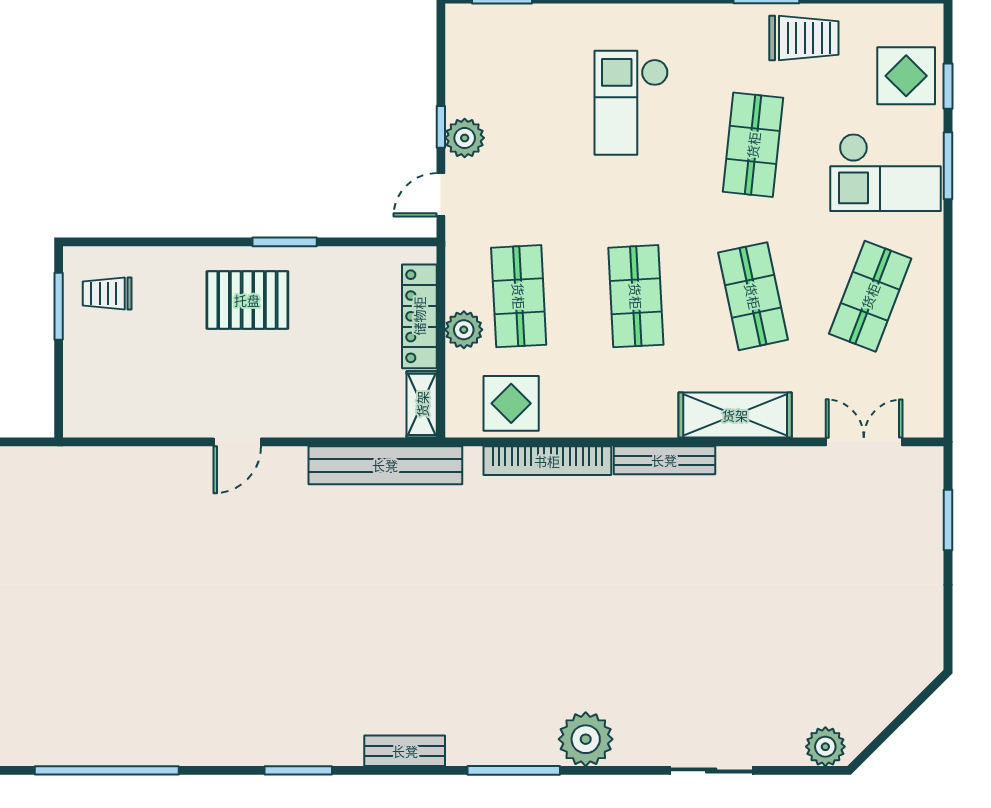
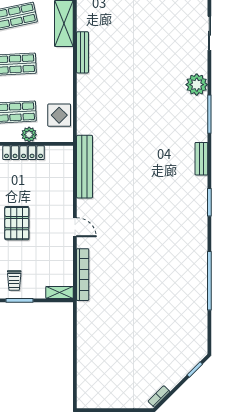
shelving: (422, 404) -> (60, 292), moved
bookcase: (547, 461) -> (83, 275), moved

